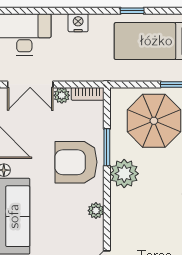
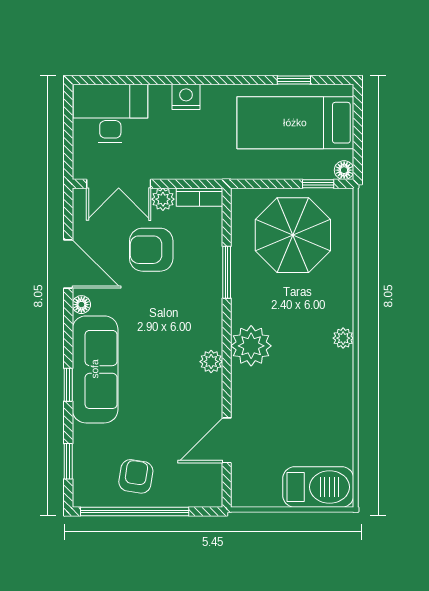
window: (132, 11) -> (294, 80), moved
armchair: (76, 162) -> (151, 250), moved, width x0.73, depth x0.73
plant: (124, 174) -> (251, 346), moved

